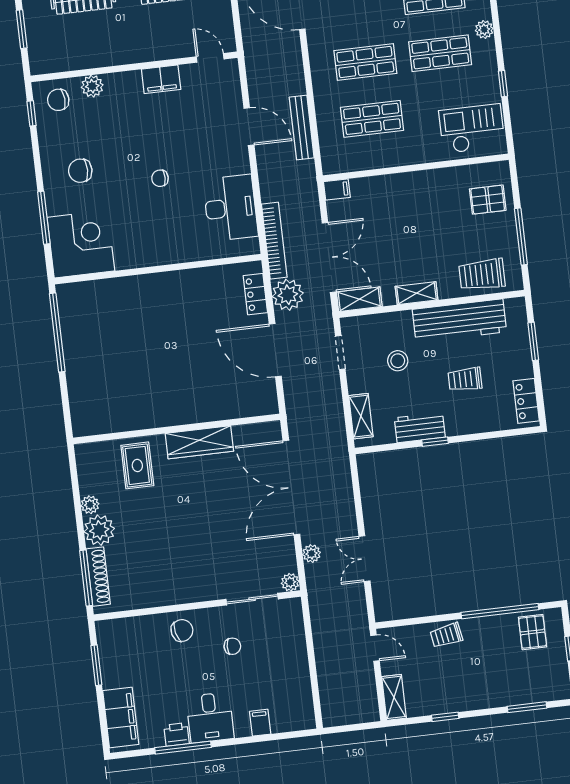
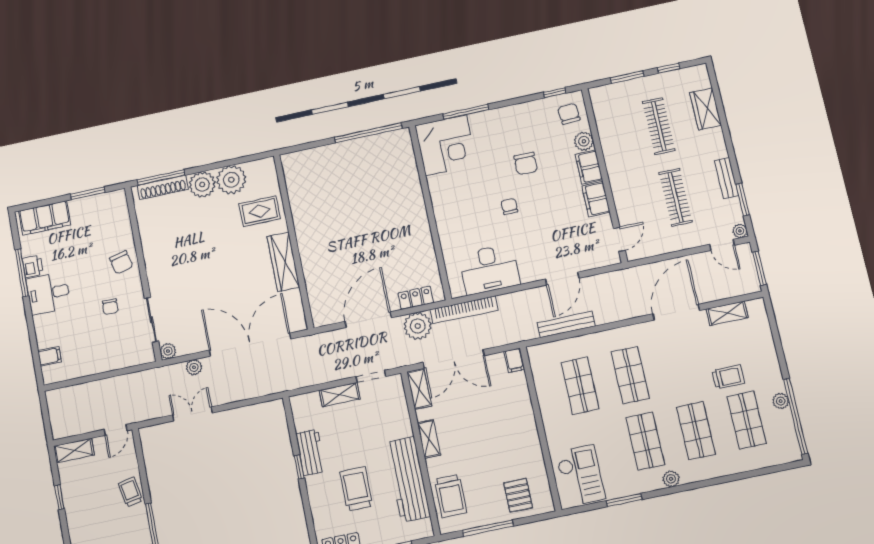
filing cabinet: (123, 83) -> (589, 167), added
window: (503, 84) -> (624, 500), width x1.50
chair: (80, 171) -> (526, 163), moved, turned 180
trolley: (482, 275) -> (451, 496), turned 180
stool: (398, 361) -> (368, 428), removed
trolley: (465, 379) -> (356, 489), width x1.36, depth x1.39
shelving: (361, 416) -> (340, 395), moved
plant: (90, 505) -> (231, 180), width x1.88, depth x1.88
filing cabinet: (260, 723) -> (50, 356), moved

